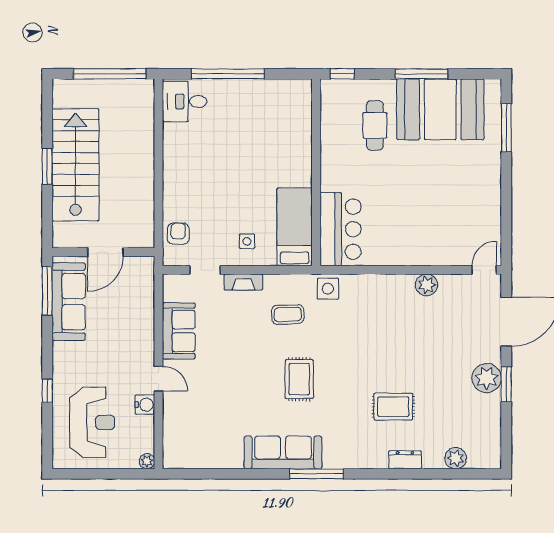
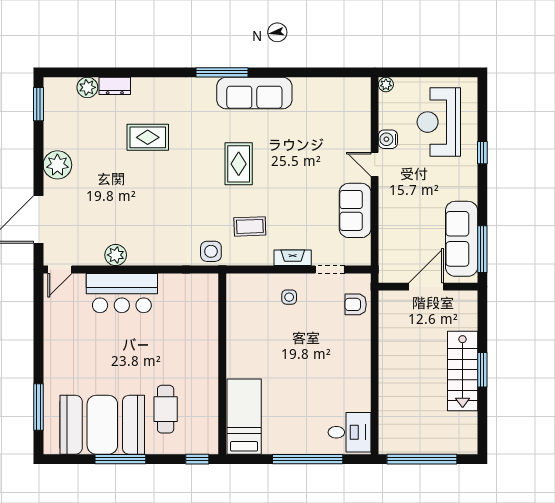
stairs: (76, 165) -> (463, 371), width x0.73, depth x0.66
bed: (295, 227) -> (244, 417), moved, turned 180
bar counter: (341, 229) -> (122, 293), moved, turned -90
armchair: (178, 234) -> (356, 304), turned 90
window: (506, 384) -> (38, 104), moved
dresser: (405, 460) -> (115, 86), moved

